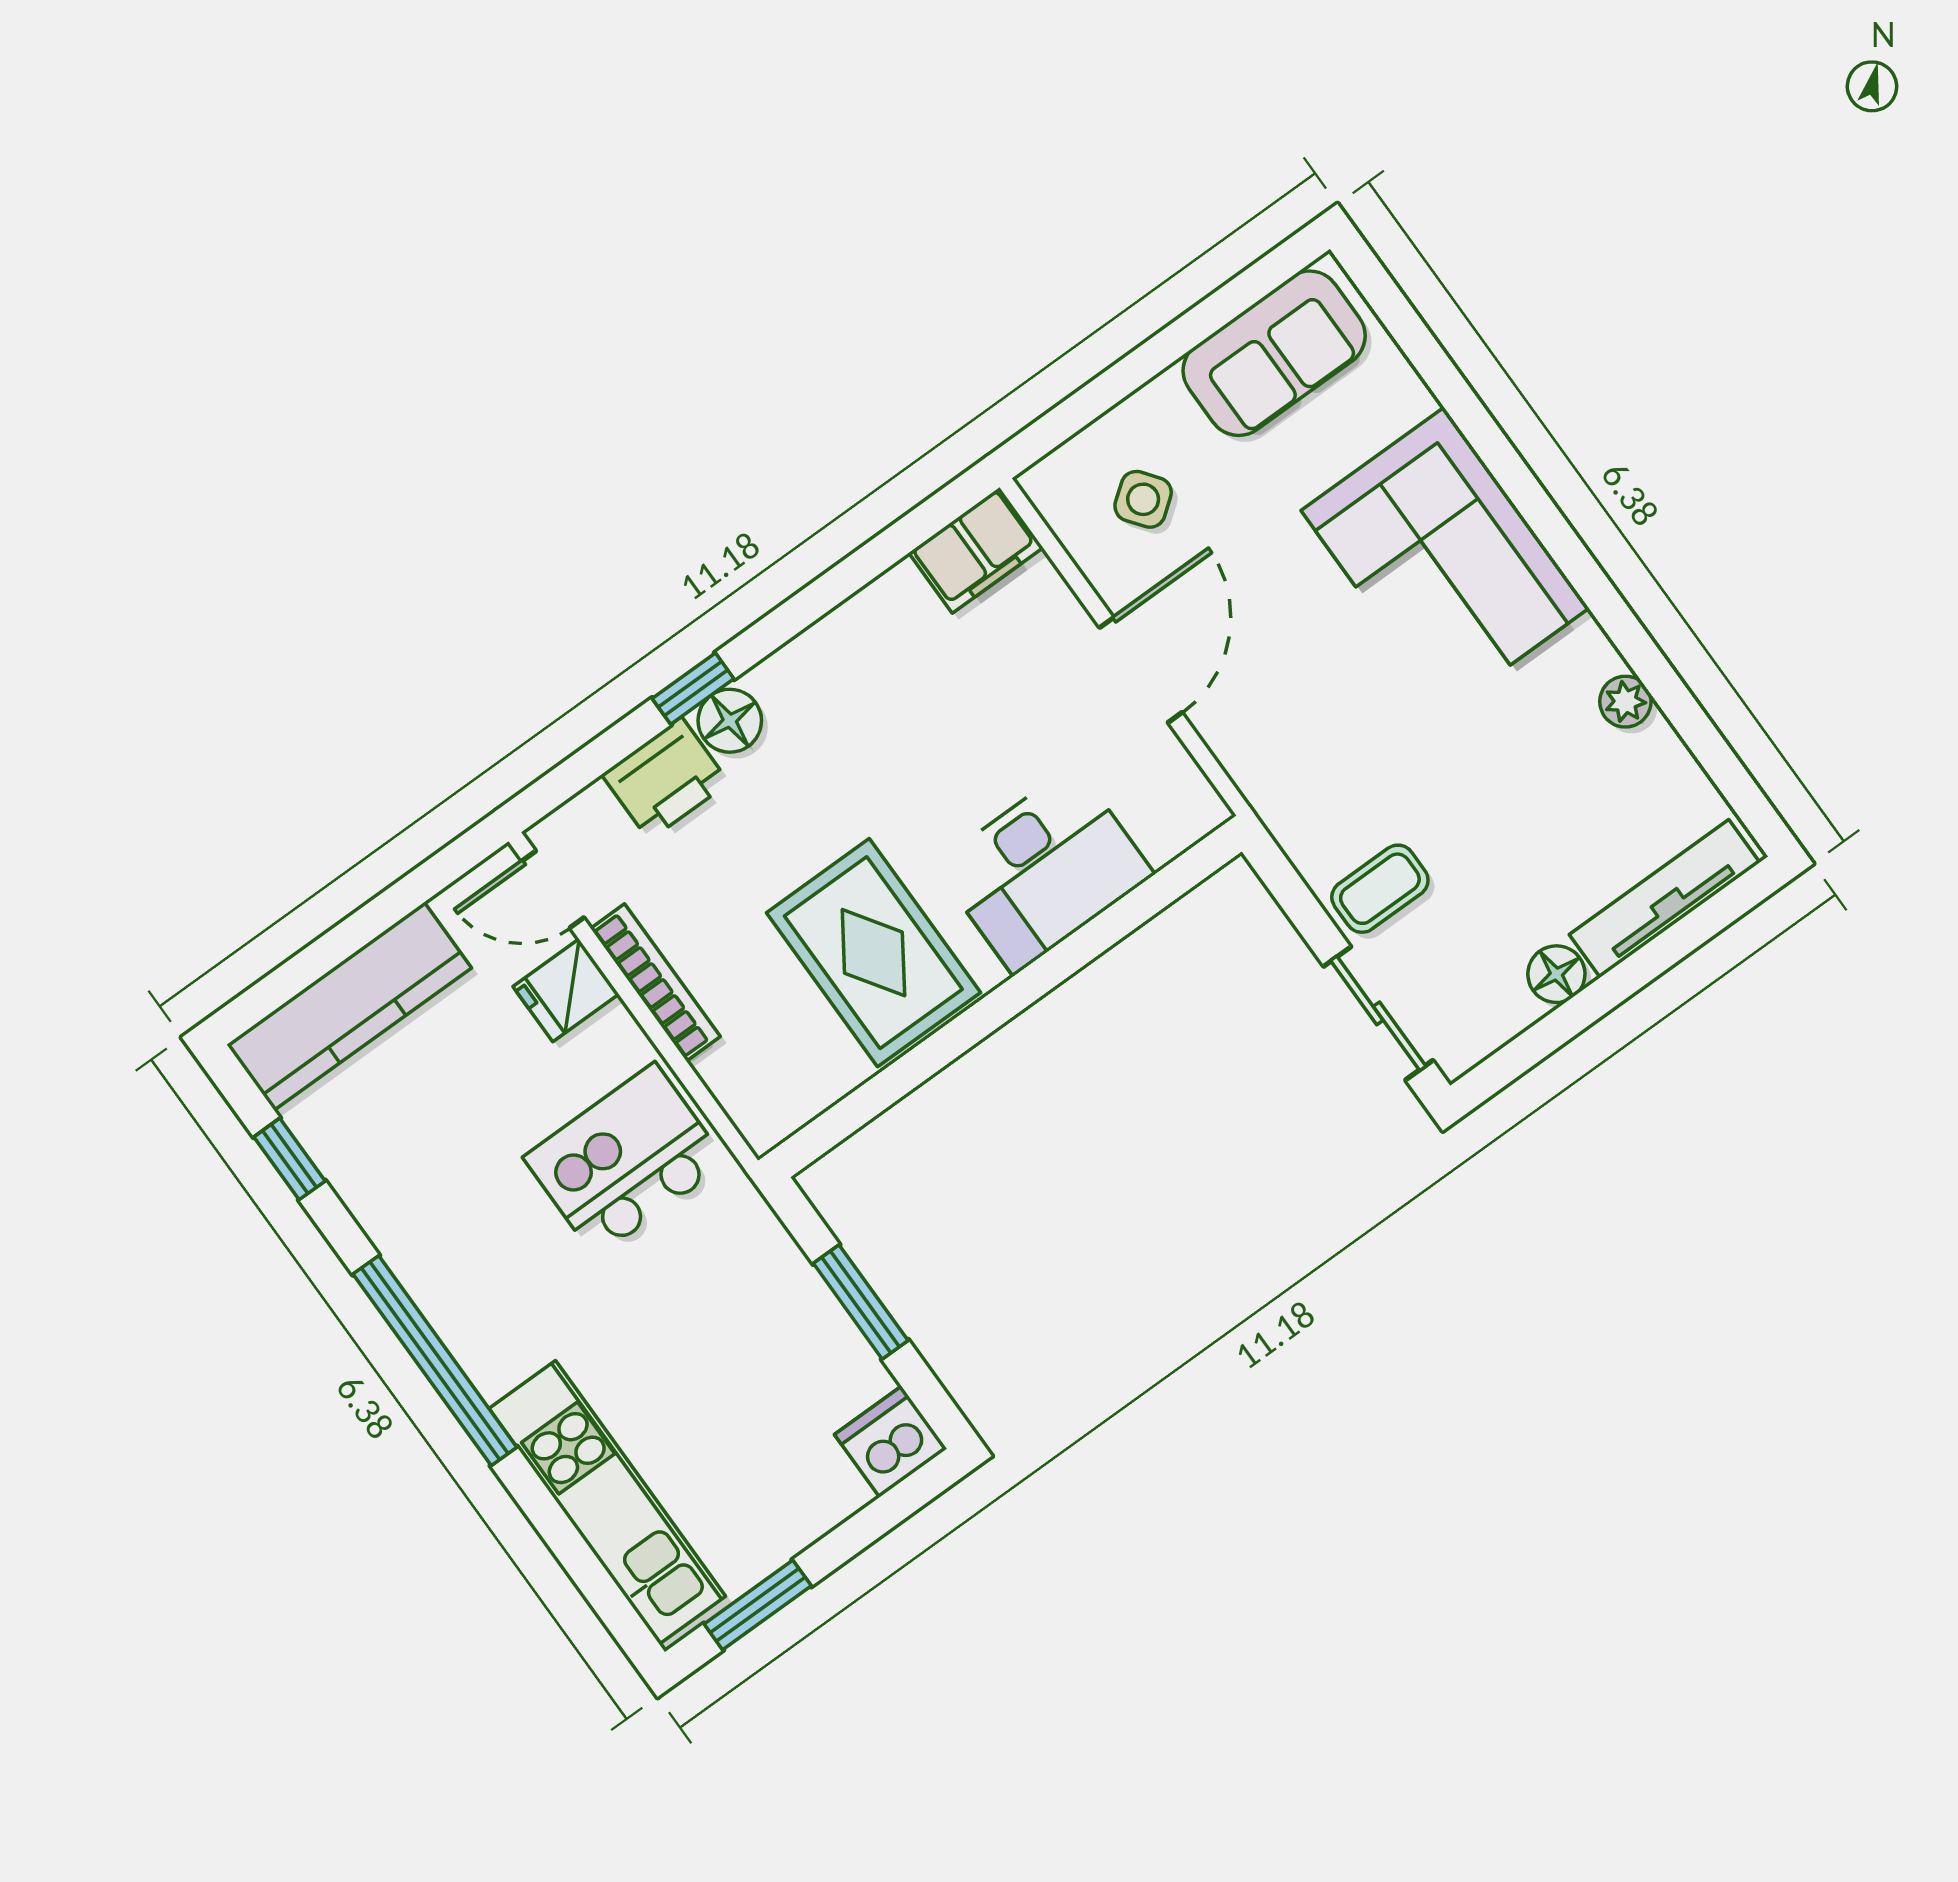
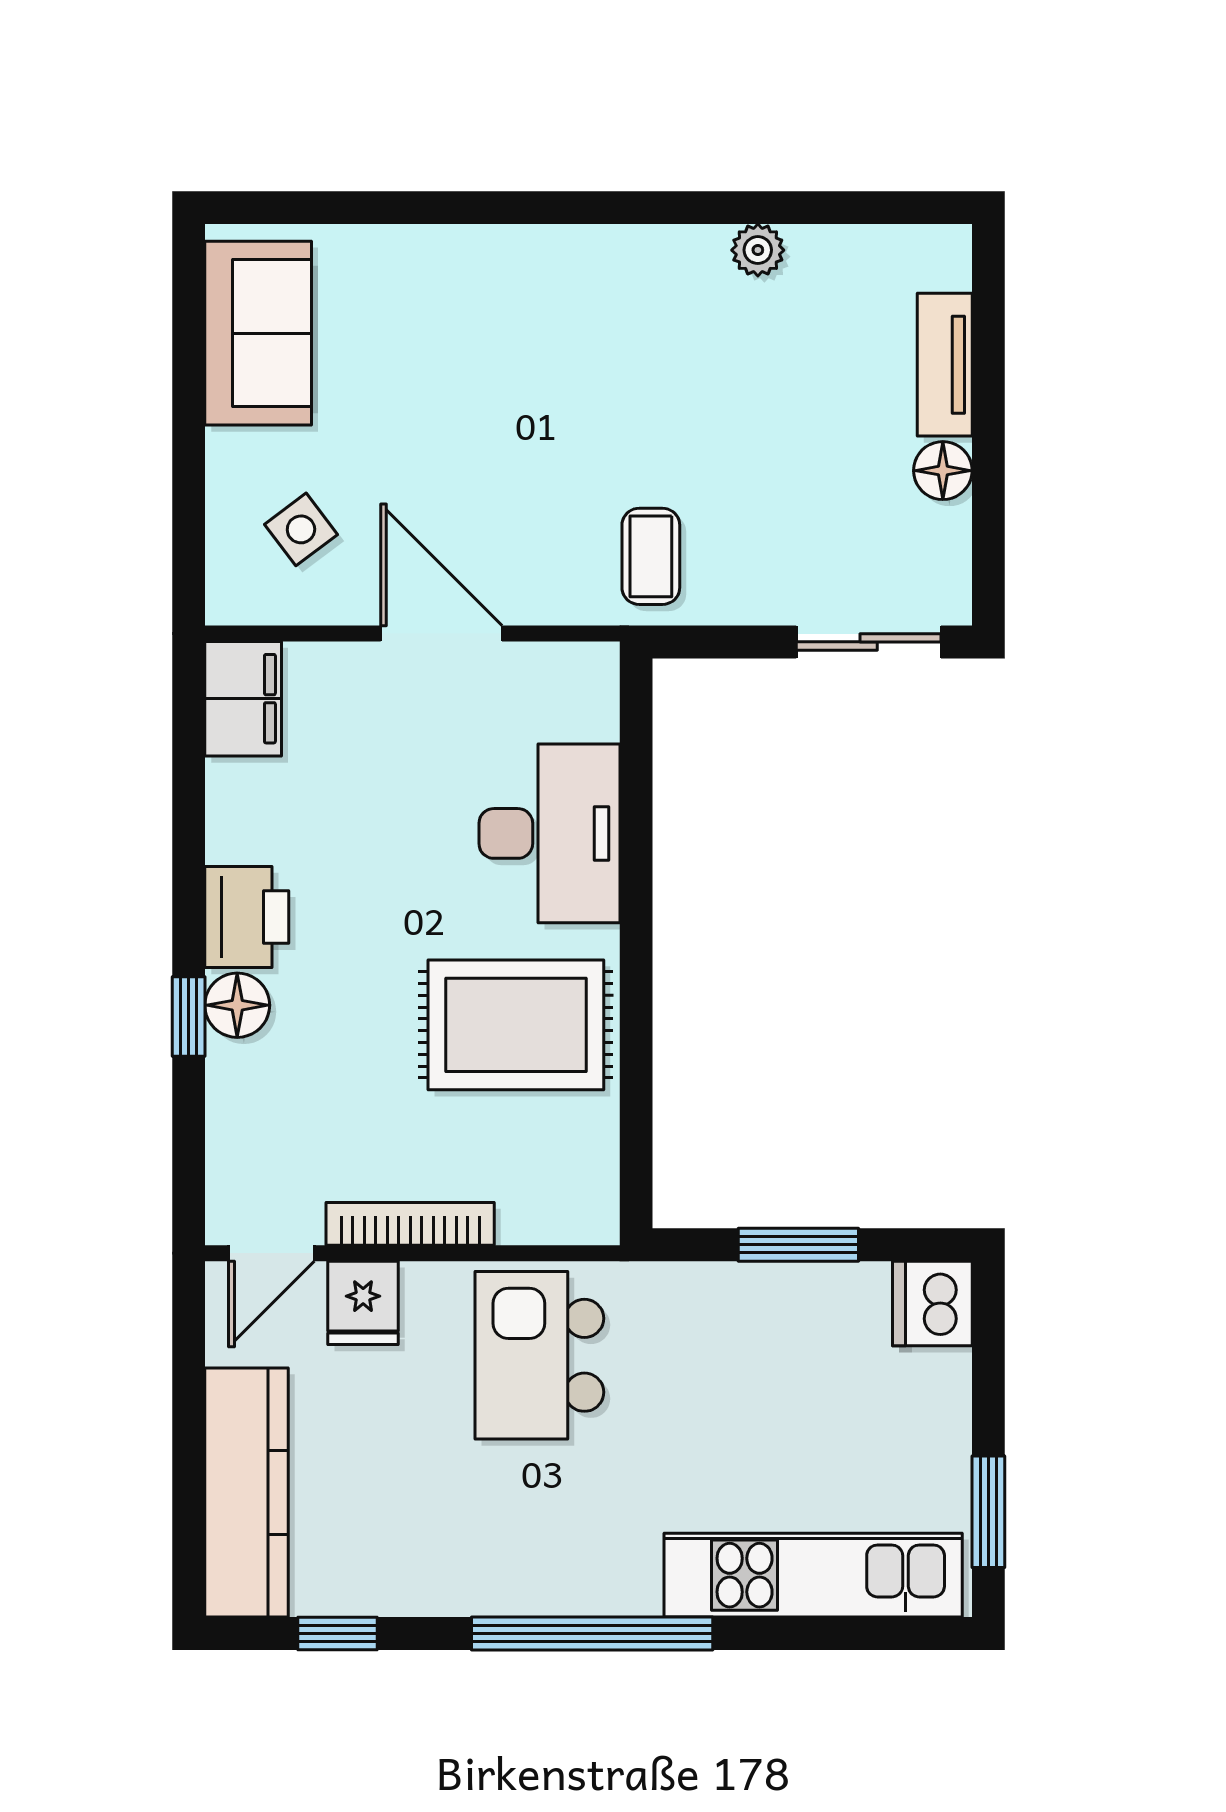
corner sofa: (1445, 559) -> (532, 314), removed
printer: (665, 779) -> (247, 917), moved
coffee table: (1380, 889) -> (651, 556), moved
tv unit: (1664, 898) -> (945, 365), width x0.71

